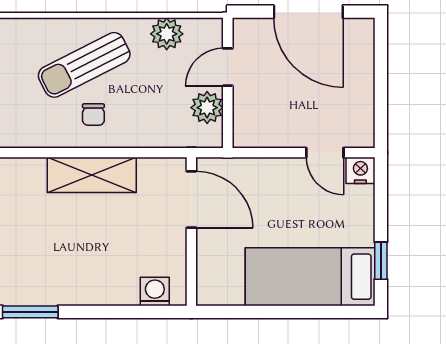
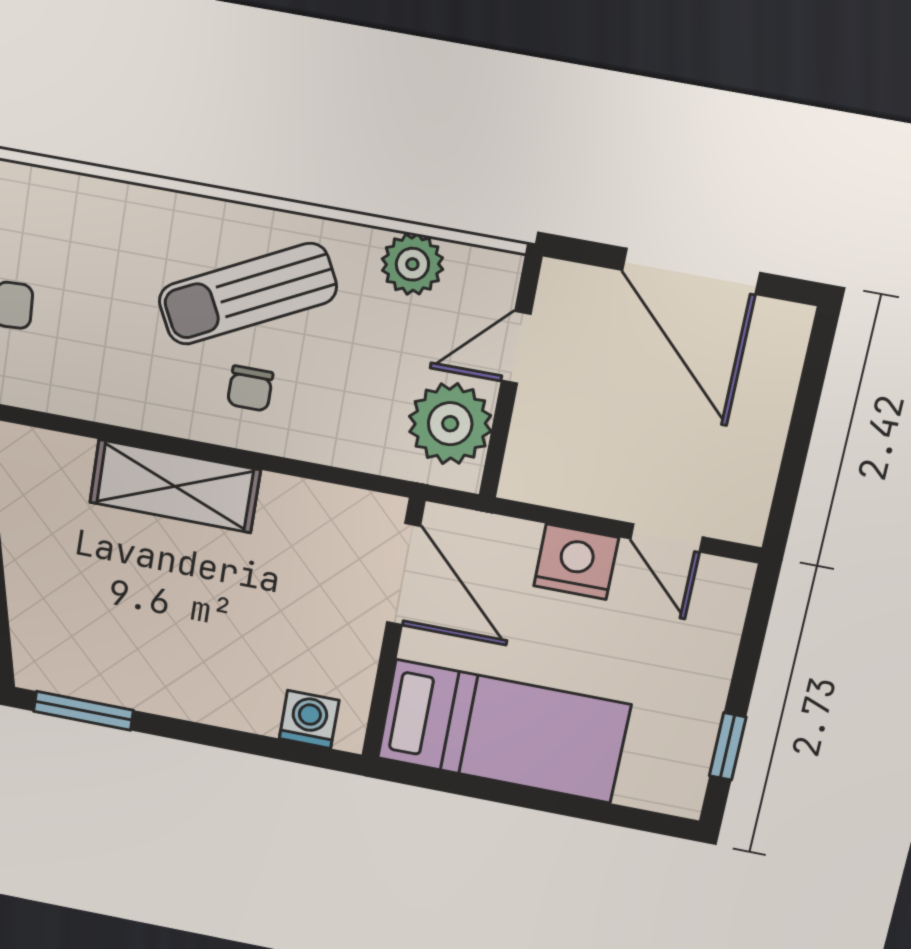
plant: (207, 108) -> (450, 424), width x1.36, depth x1.36
nightstand: (360, 170) -> (576, 562), moved, width x1.36, depth x1.33
shelving: (92, 175) -> (175, 486), moved
bed: (310, 277) -> (503, 731), moved, turned 180

